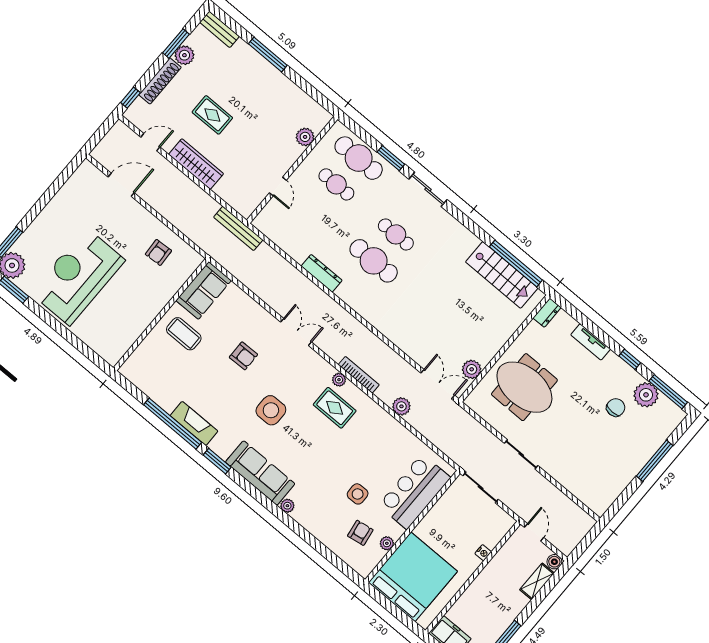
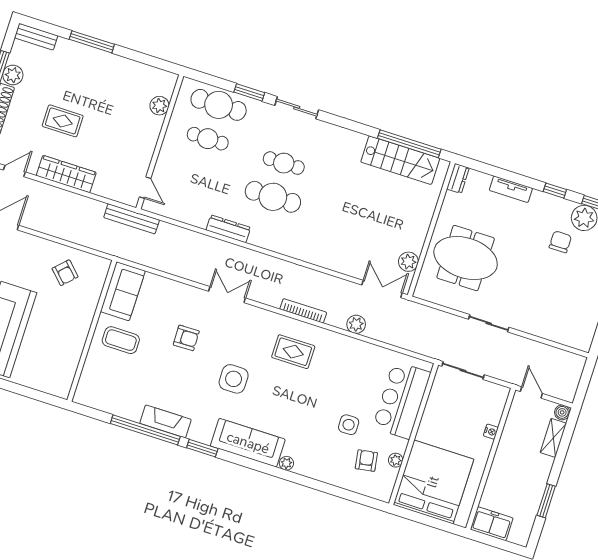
door: (278, 187) -> (145, 188), moved
armchair: (158, 252) -> (65, 273), turned -42
plant: (339, 380) -> (286, 323), removed

